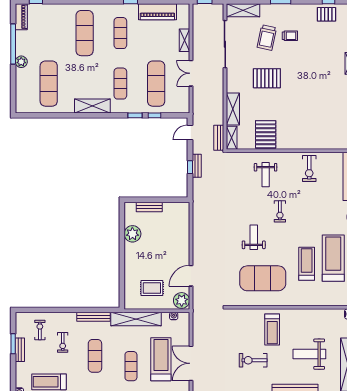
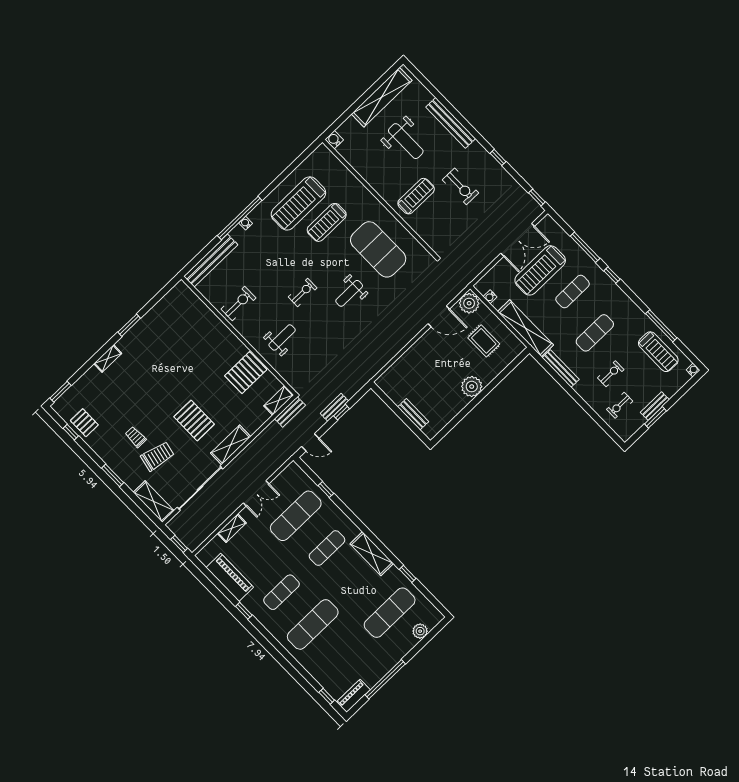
plant: (21, 62) -> (420, 631), moved
shelving: (233, 109) -> (231, 445), moved
window: (135, 115) -> (408, 574), moved
plant: (132, 234) -> (472, 387), moved

